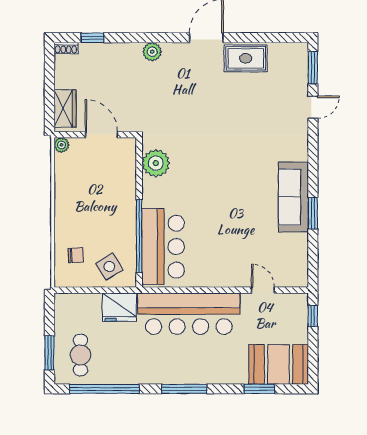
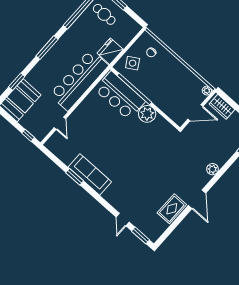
plant: (156, 163) -> (147, 114), moved
door: (263, 290) -> (60, 123), hinge flipped

